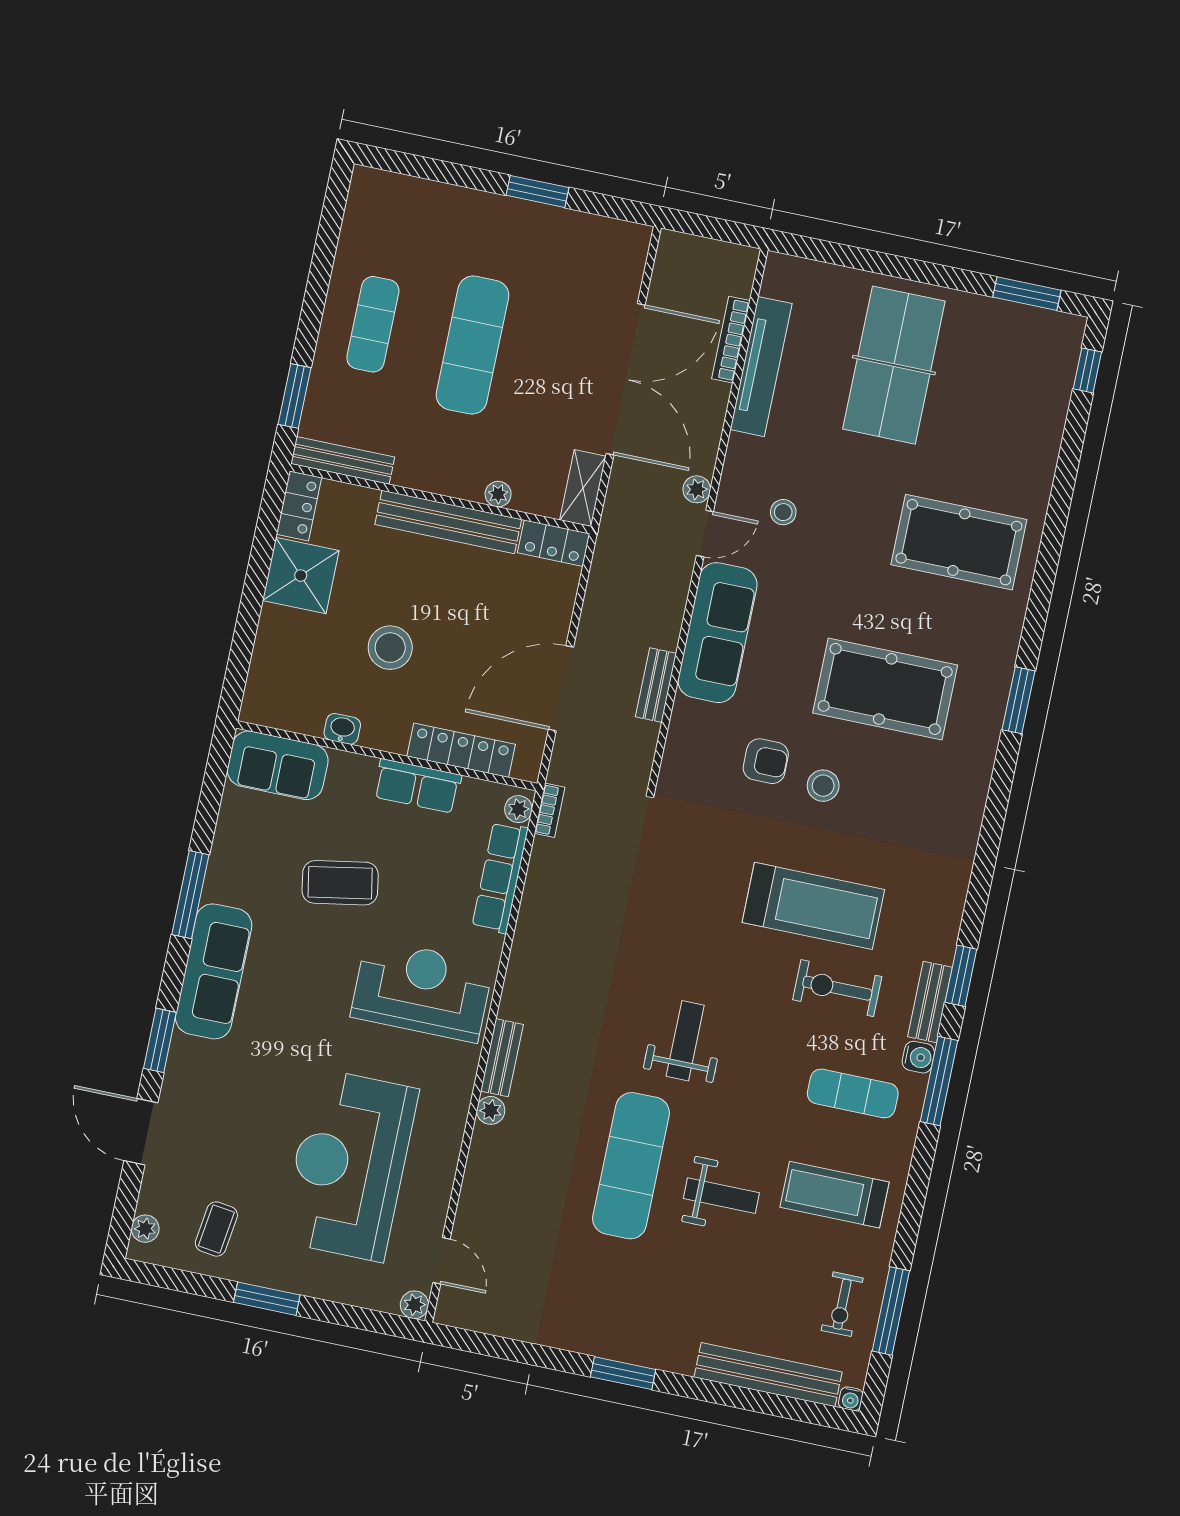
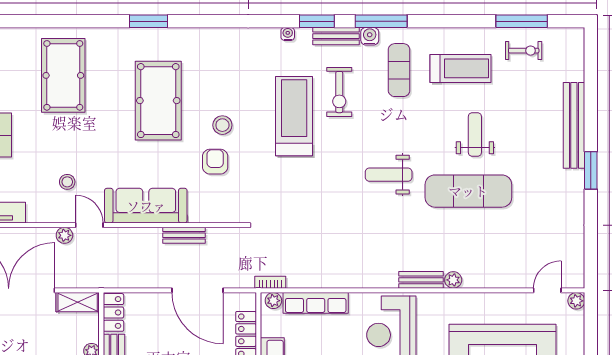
treadmill: (835, 1195) -> (460, 68), turned -90
bench: (768, 1375) -> (574, 125), moved
water cooler: (851, 1399) -> (288, 34), moved, turned -90

